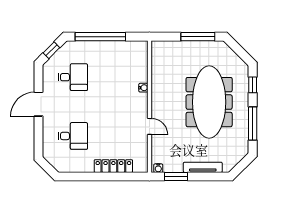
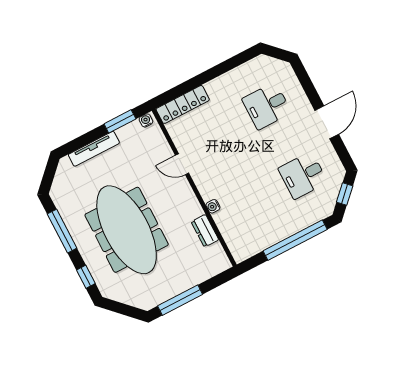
dresser: (157, 74) -> (205, 231), added
locker: (113, 166) -> (183, 104), moved

